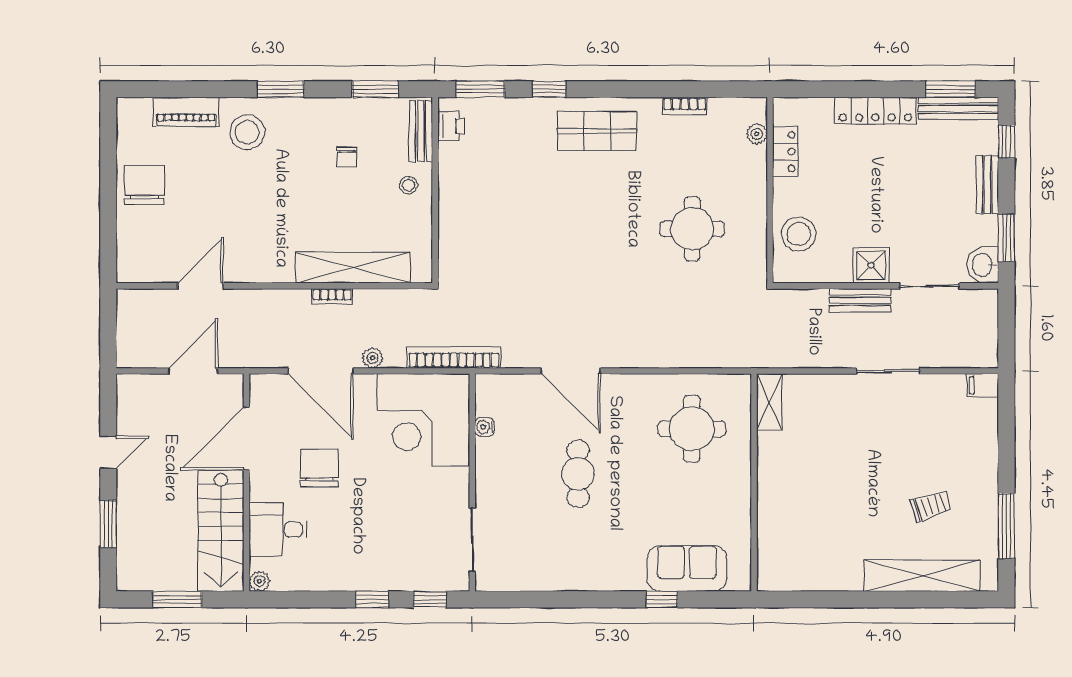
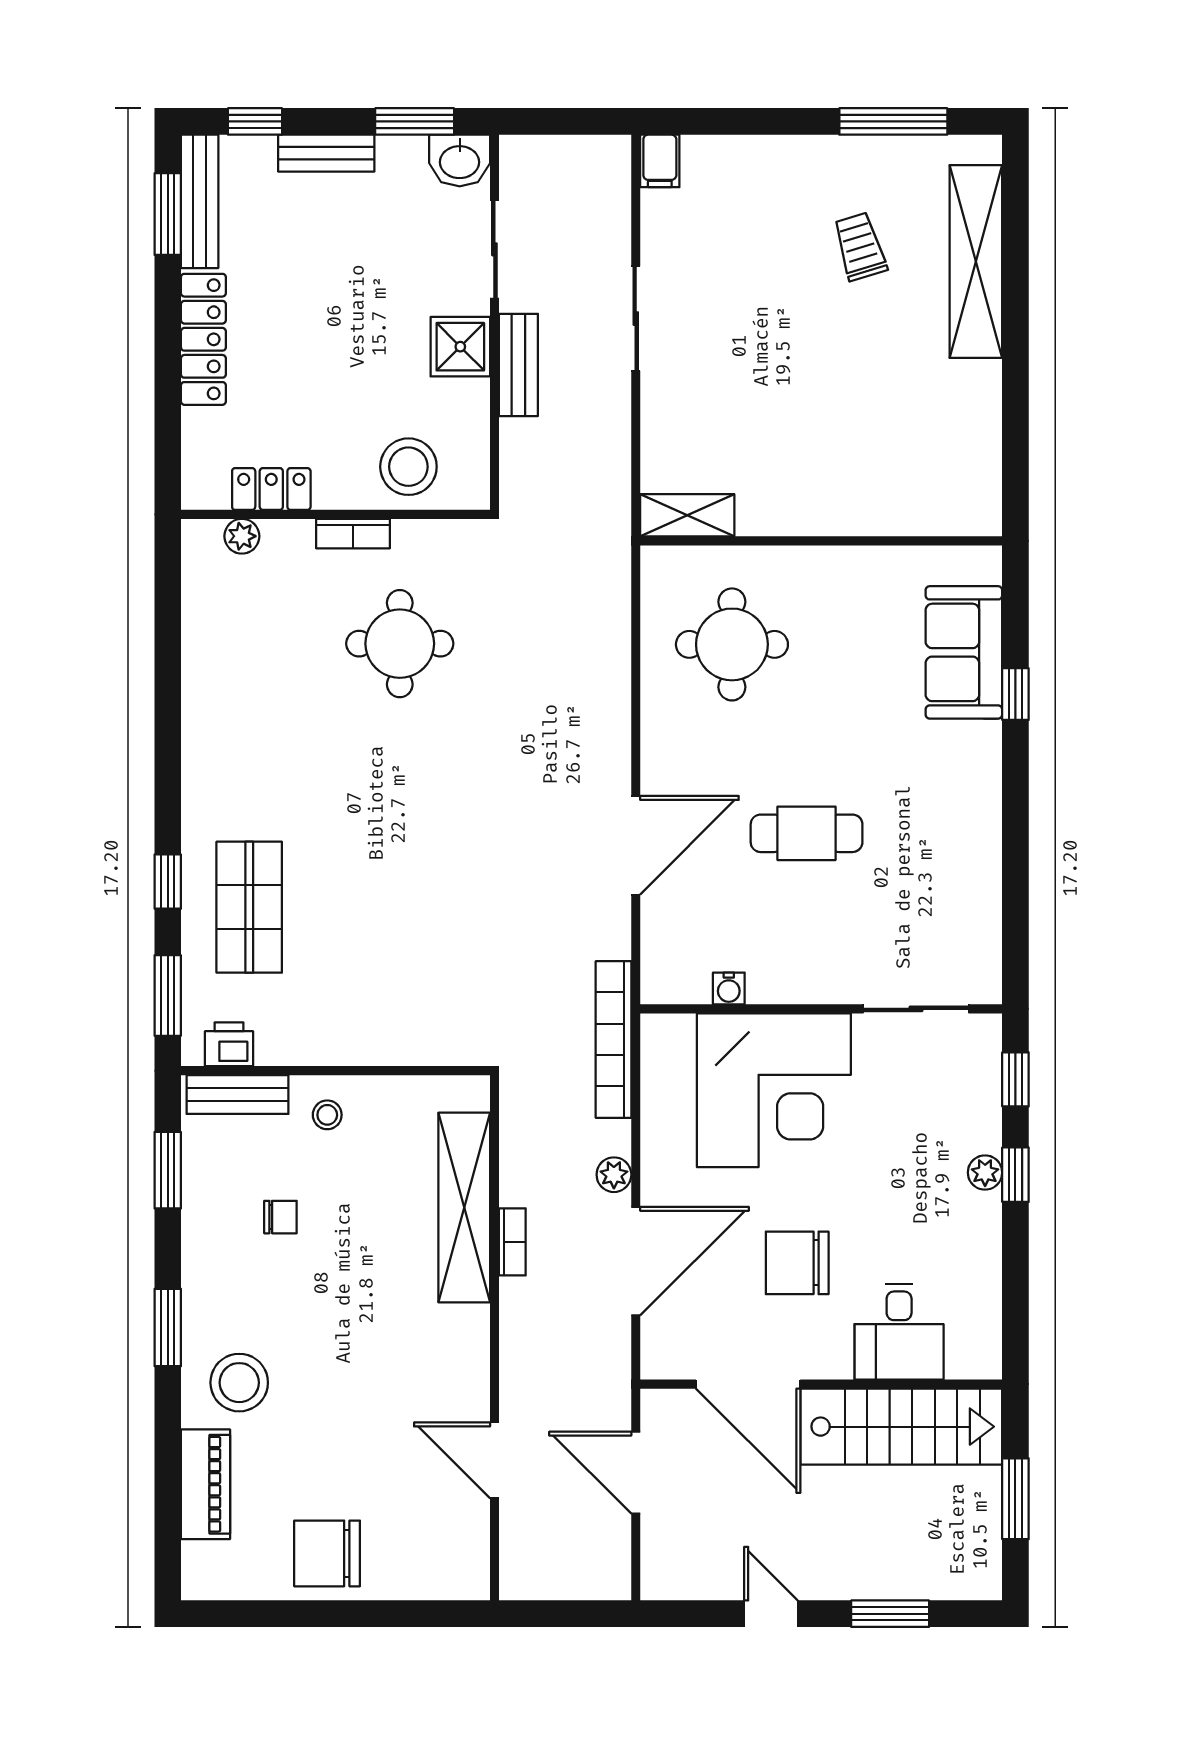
bookcase: (685, 106) -> (353, 534), moved, turned 90
shop shelf: (597, 131) -> (249, 907), moved
corner desk: (423, 420) -> (774, 1090), moved
plant: (259, 581) -> (985, 1173), moved

